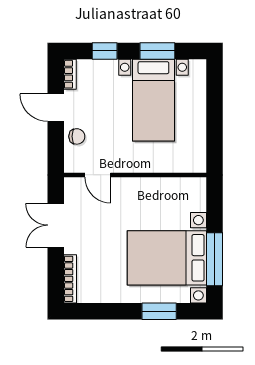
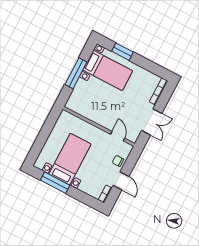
window: (105, 51) -> (82, 197), removed
window: (157, 51) -> (55, 183), width x1.44
bed with nightstands: (167, 258) -> (108, 70), width x0.73
window: (214, 259) -> (76, 73), moved

